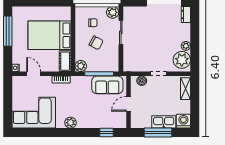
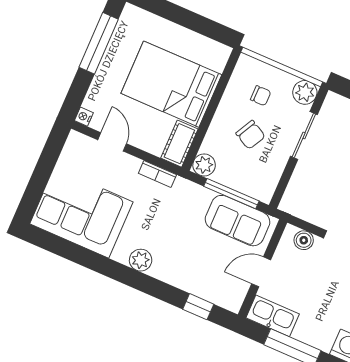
kitchen sink: (164, 122) -> (273, 316), moved

